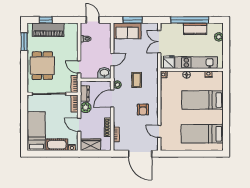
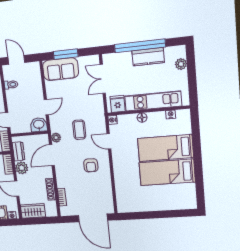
door: (159, 131) -> (109, 141), moved
bed: (202, 134) -> (167, 172), moved

